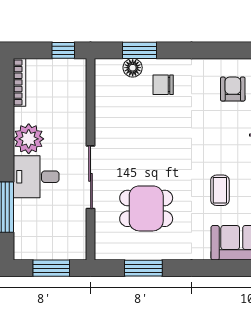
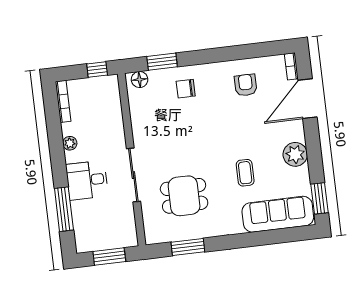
floor lamp: (133, 68) -> (140, 79), moved
plant: (29, 139) -> (70, 143), width x0.53, depth x0.53

